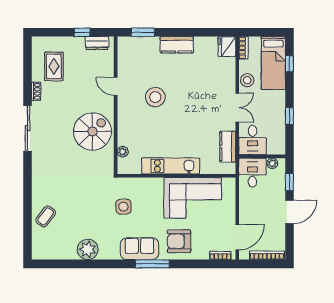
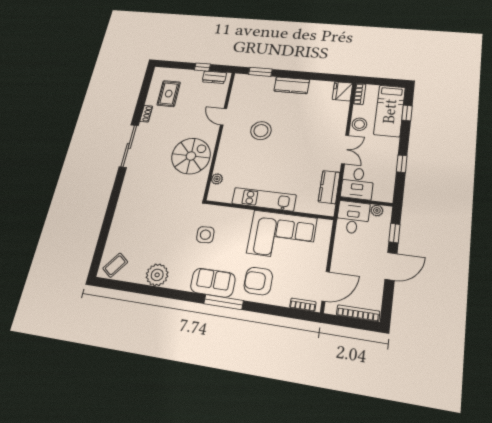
coffee table: (46, 216) -> (115, 265), moved

